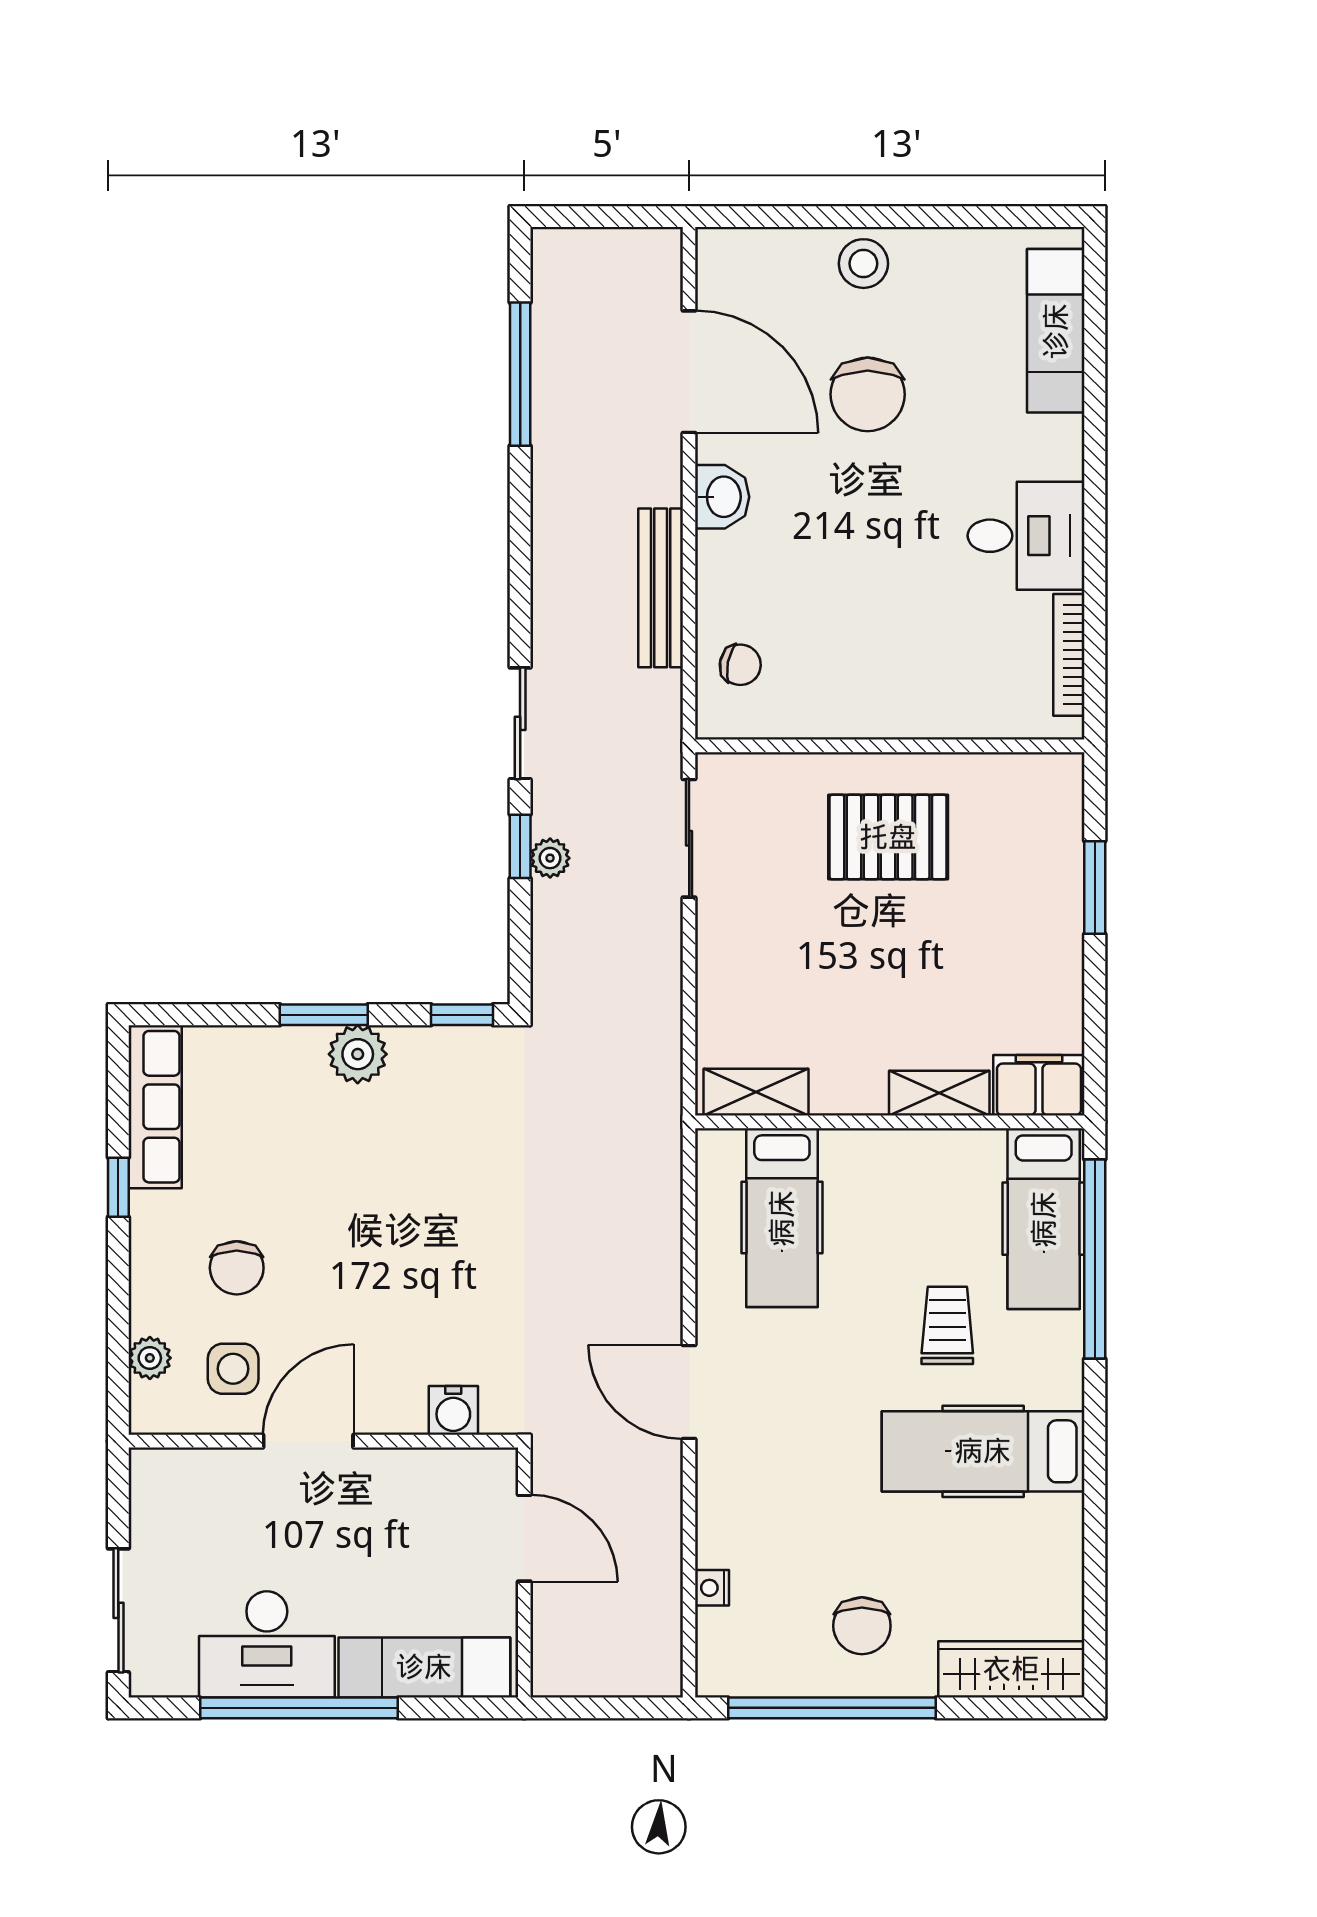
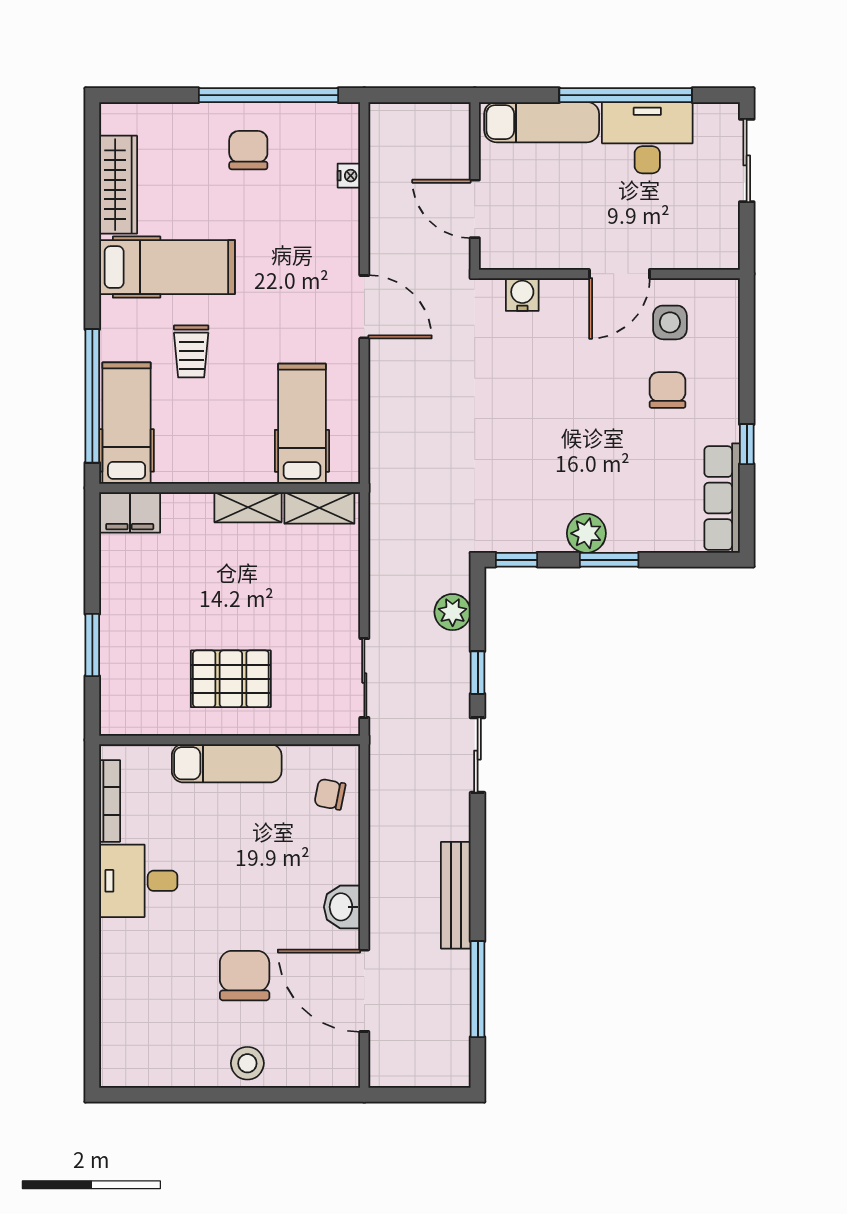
exam couch: (1056, 331) -> (227, 763), moved, turned 90
bench: (661, 588) -> (456, 895), moved
plant: (550, 858) -> (453, 612), moved, width x1.38, depth x1.38
shelving: (939, 1093) -> (248, 507), moved
plant: (150, 1358) -> (726, 330), removed
wardrobe: (1011, 1669) -> (118, 185), moved, turned -90

